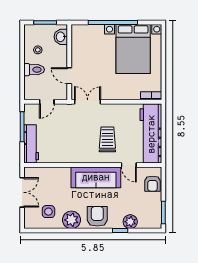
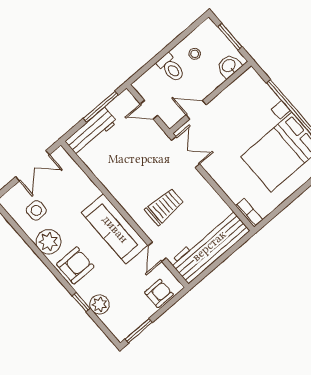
door: (69, 76) -> (196, 110), hinge flipped
armchair: (153, 184) -> (159, 293), turned 180

